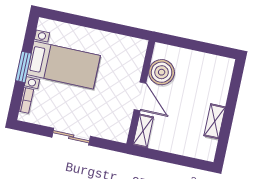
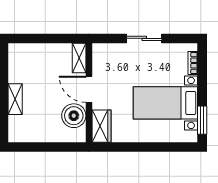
wardrobe: (135, 55) -> (101, 126), added
window: (23, 67) -> (202, 120), moved
shelving: (215, 121) -> (15, 99), moved

